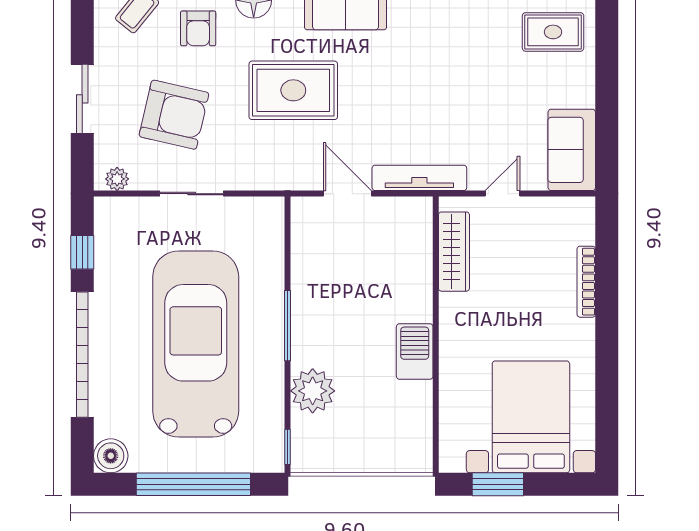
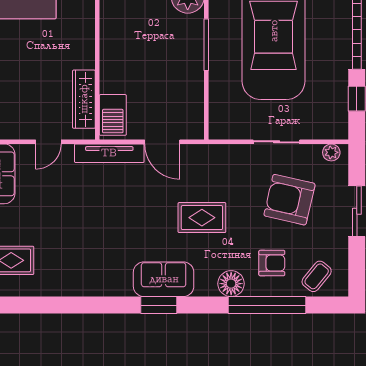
armchair: (198, 28) -> (272, 263), turned 90
rug: (293, 90) -> (202, 218), width x0.73, depth x0.70
barbecue: (415, 351) -> (113, 115), moved

